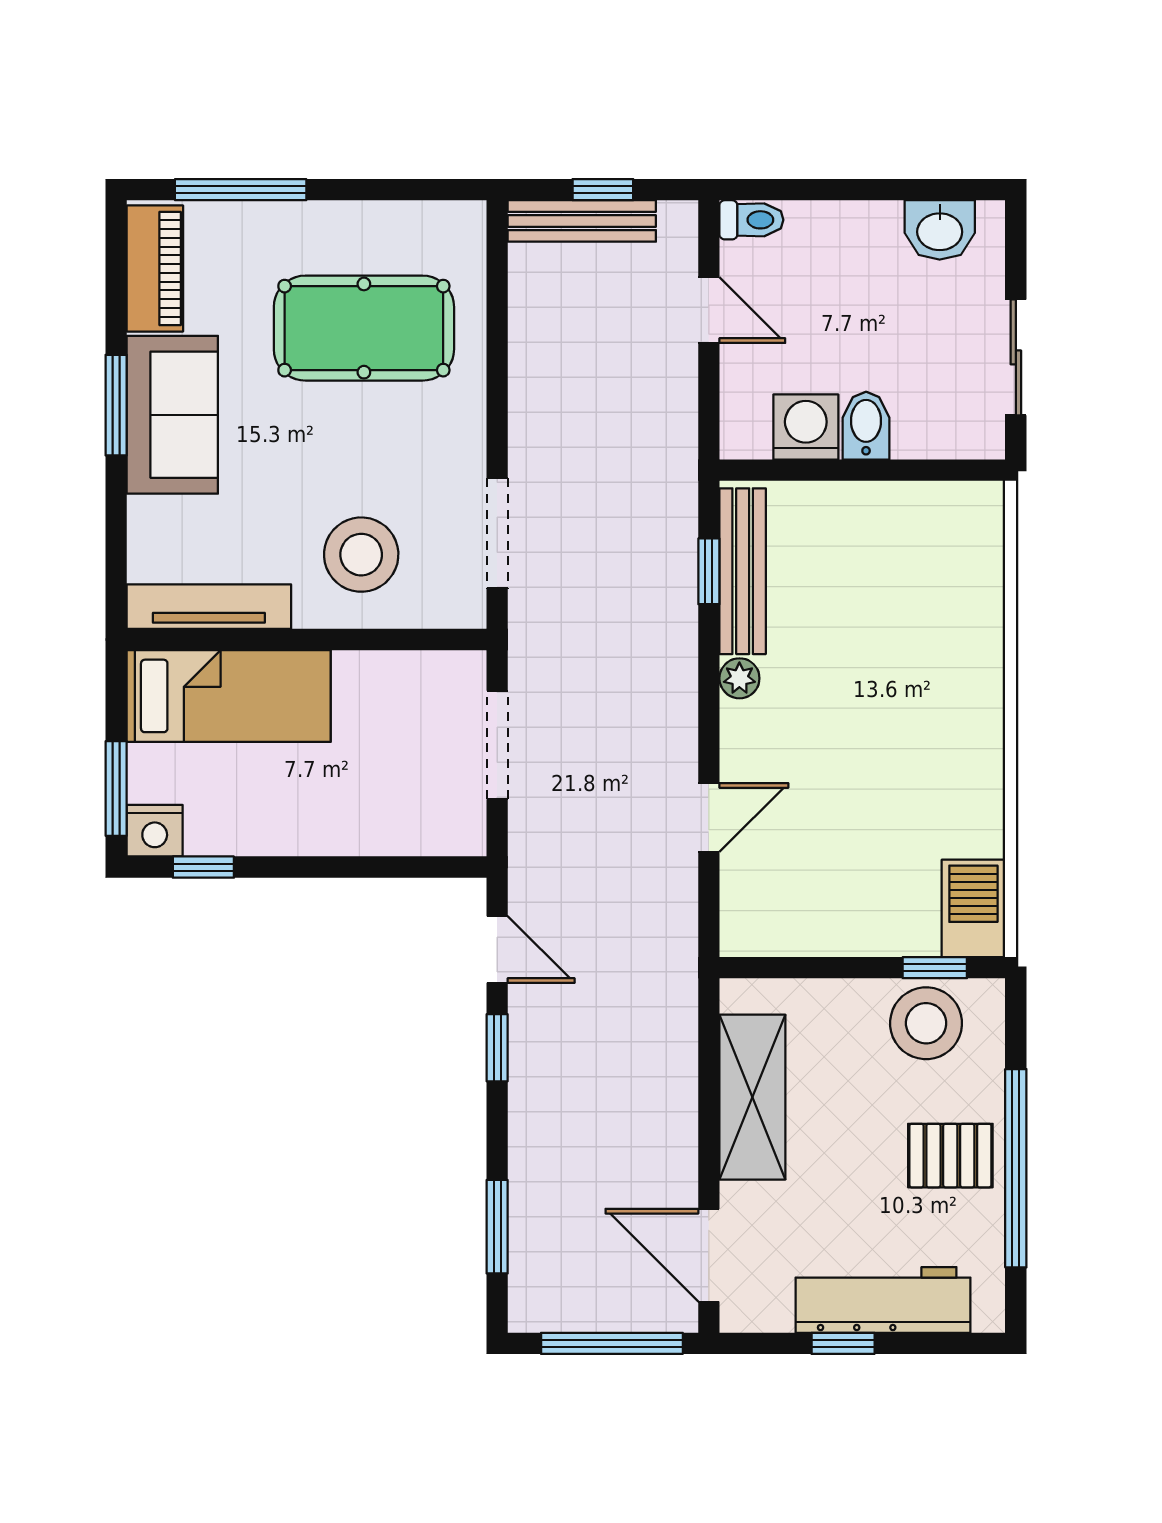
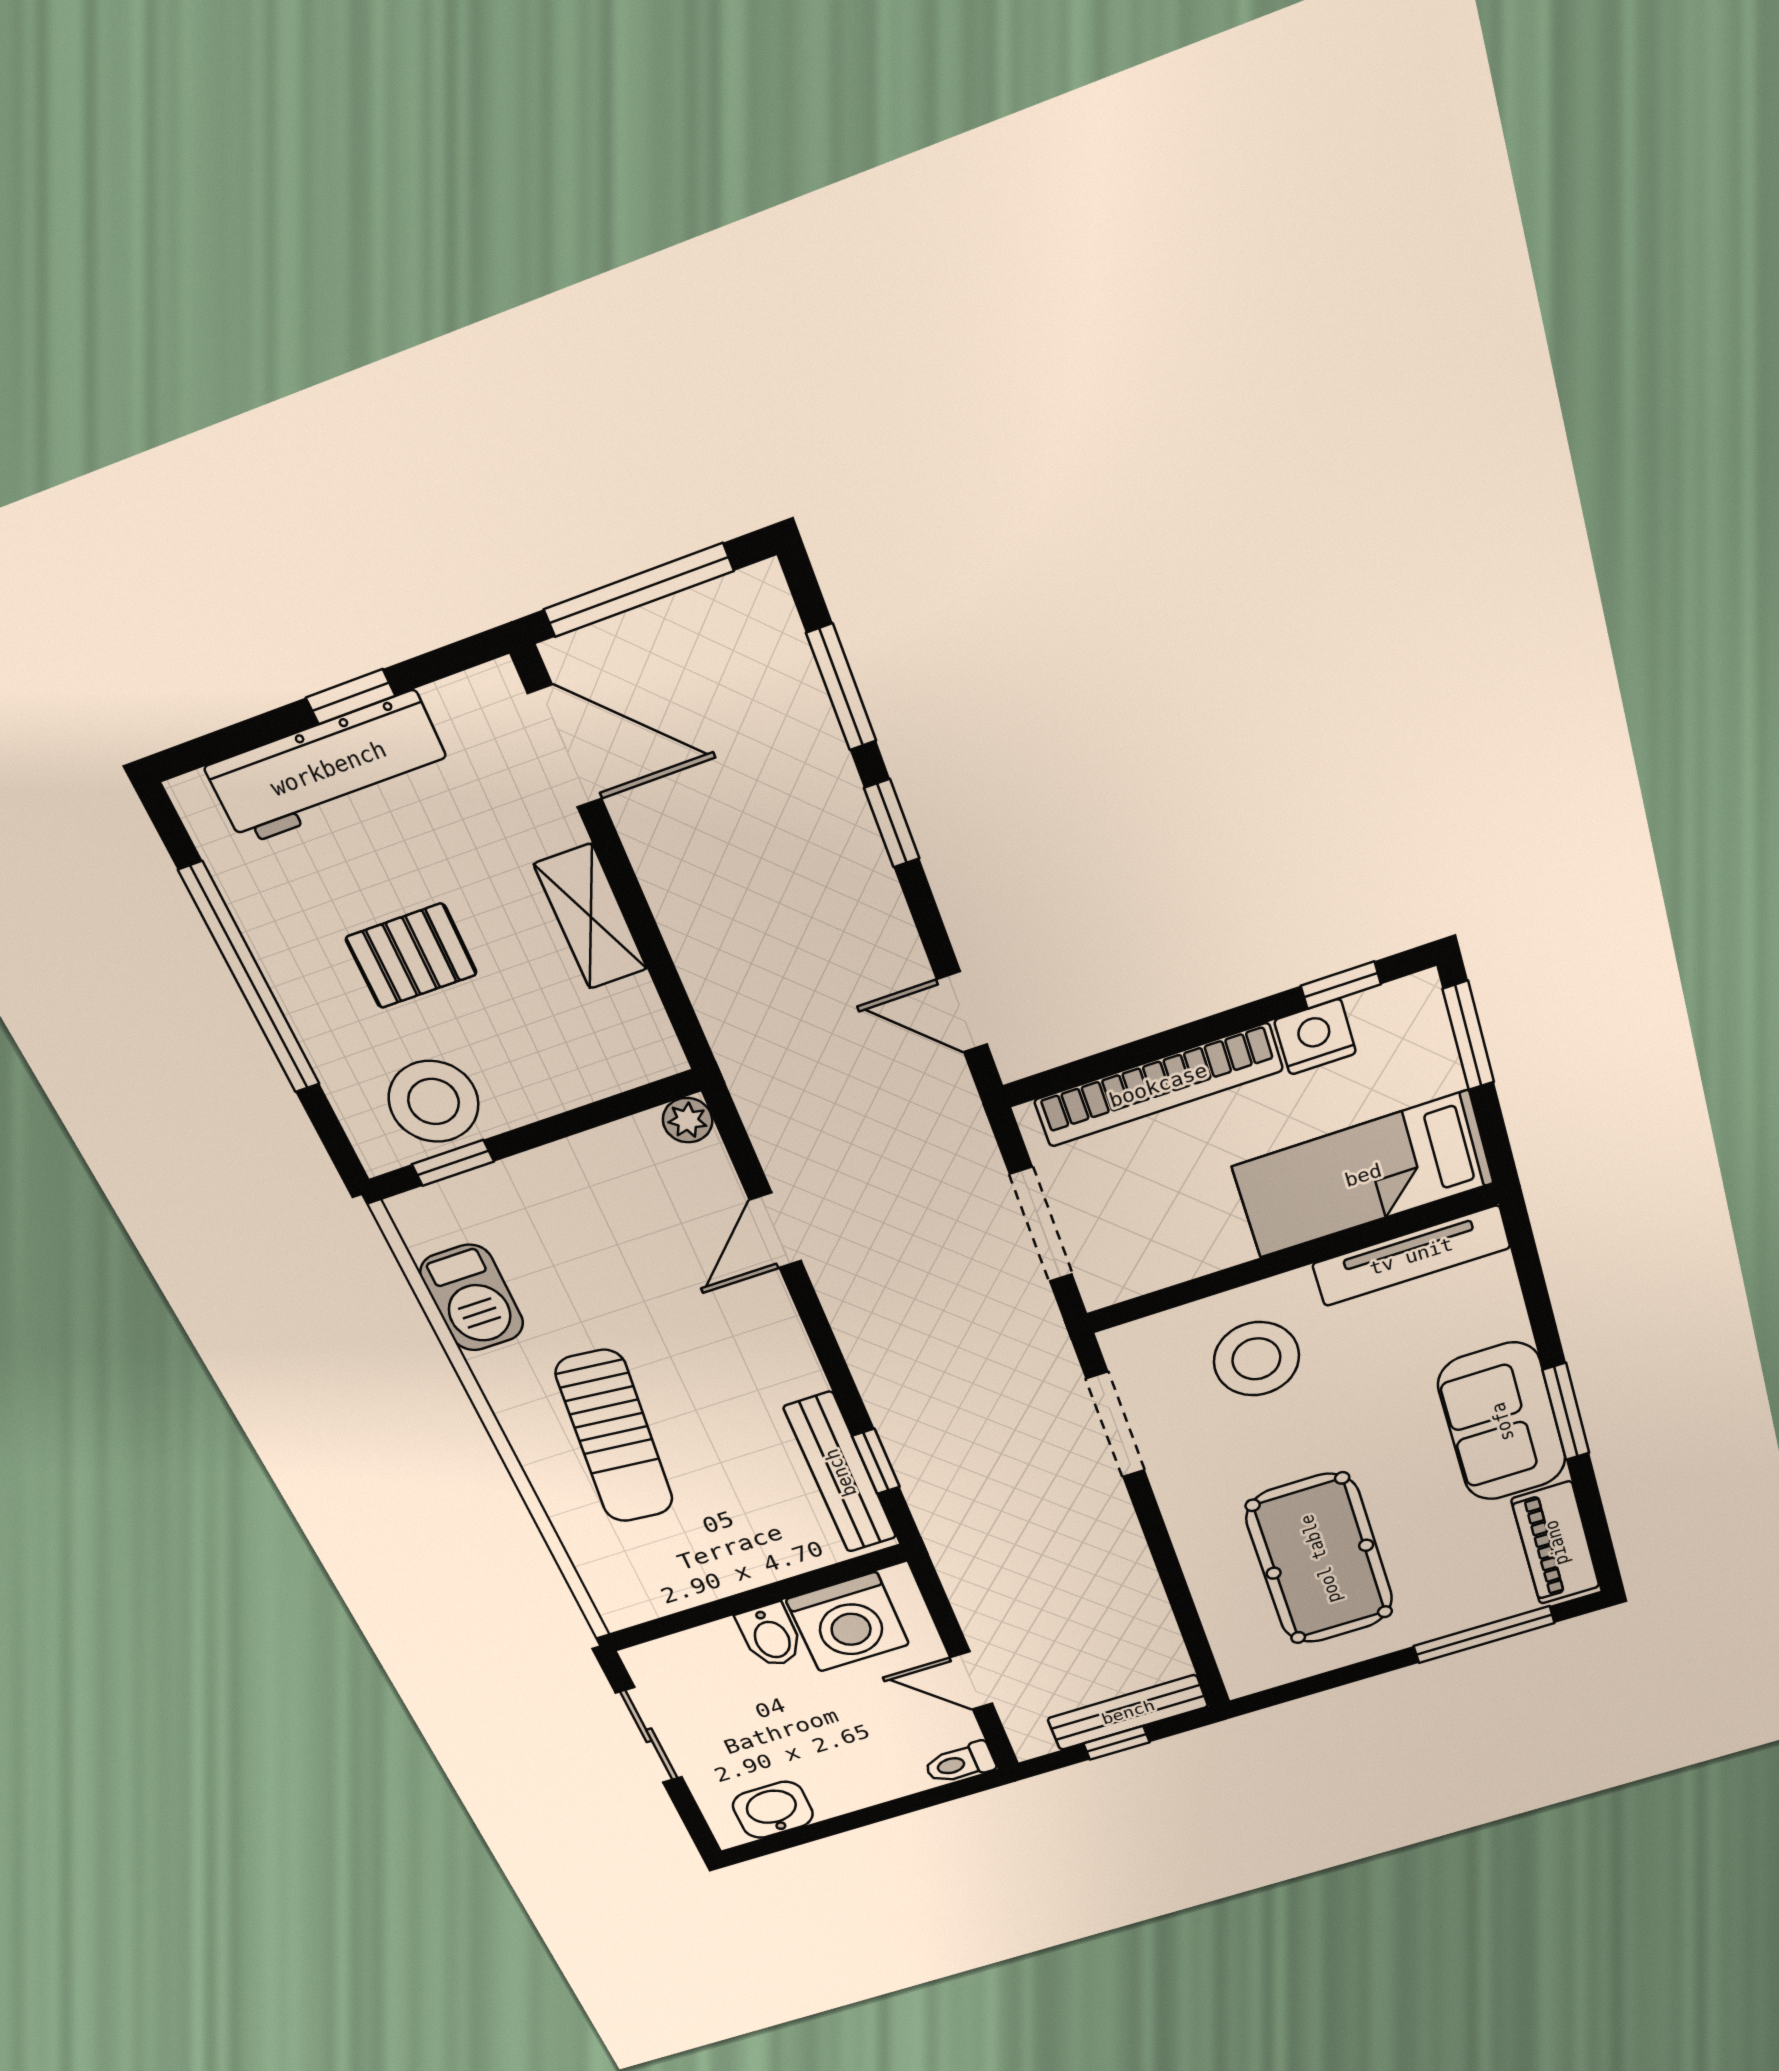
pool table: (364, 328) -> (1320, 1559), turned 90
washing machine: (806, 427) -> (848, 1622), width x1.37, depth x1.37
sun lounger: (915, 676) -> (615, 1437), added
plant: (739, 678) -> (688, 1120), moved
nightstand: (155, 831) -> (1315, 1037), moved
bookcase: (367, 834) -> (1158, 1085), added
barbecue: (973, 908) -> (472, 1298), moved
window: (497, 1048) -> (892, 823), moved
shelving: (752, 1097) -> (591, 917), width x0.67, depth x0.75
pallet: (950, 1156) -> (411, 956), moved

